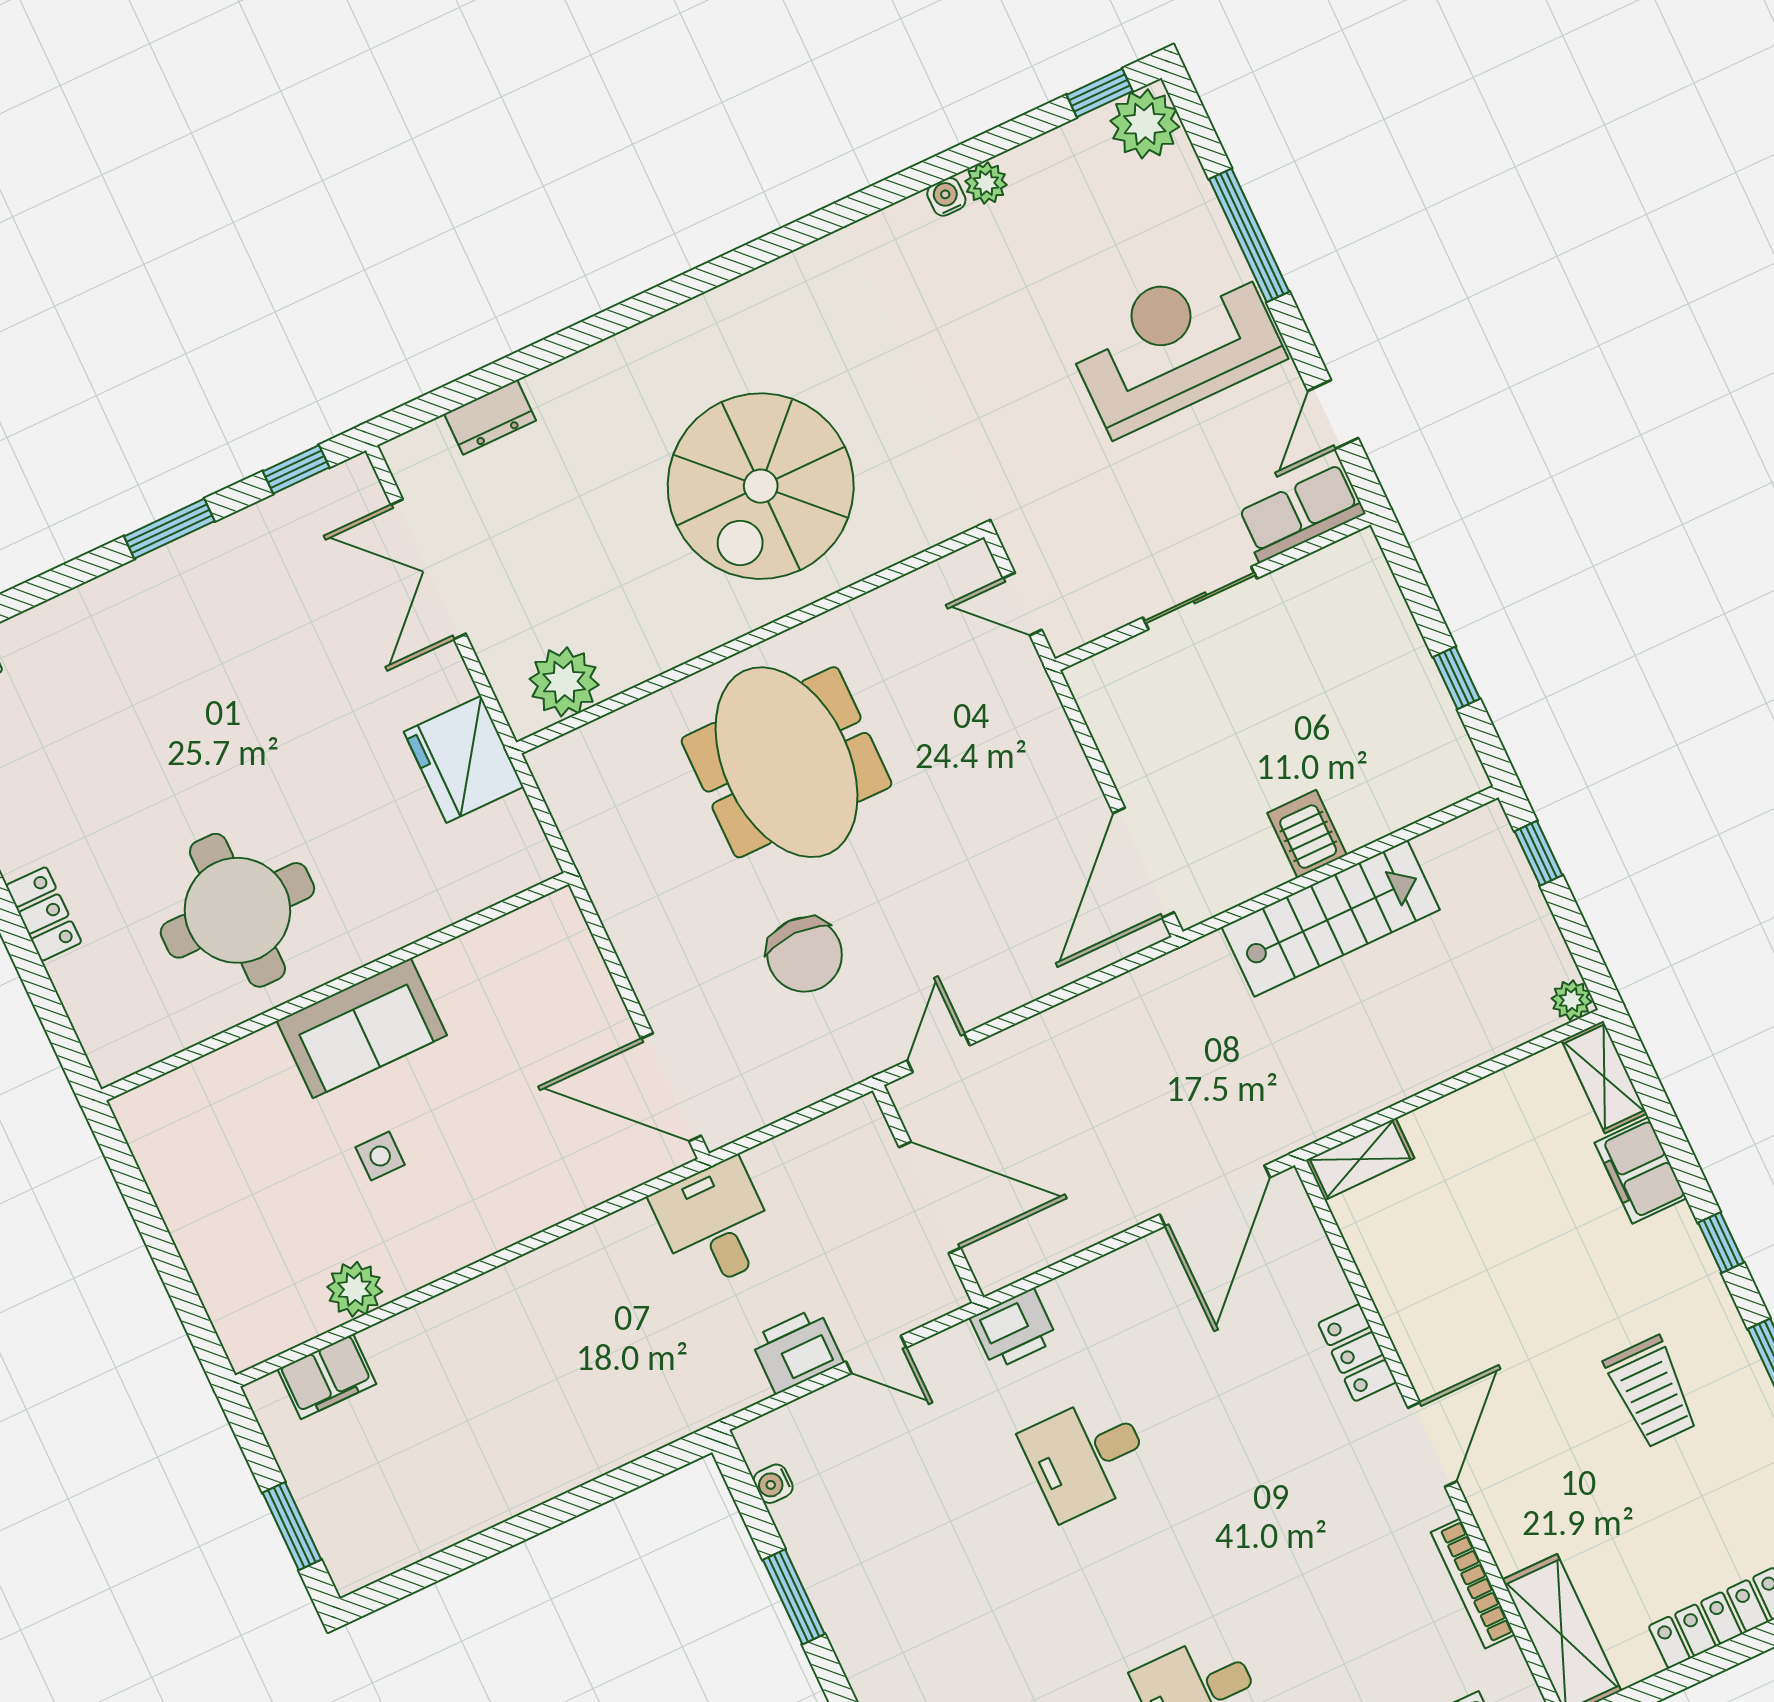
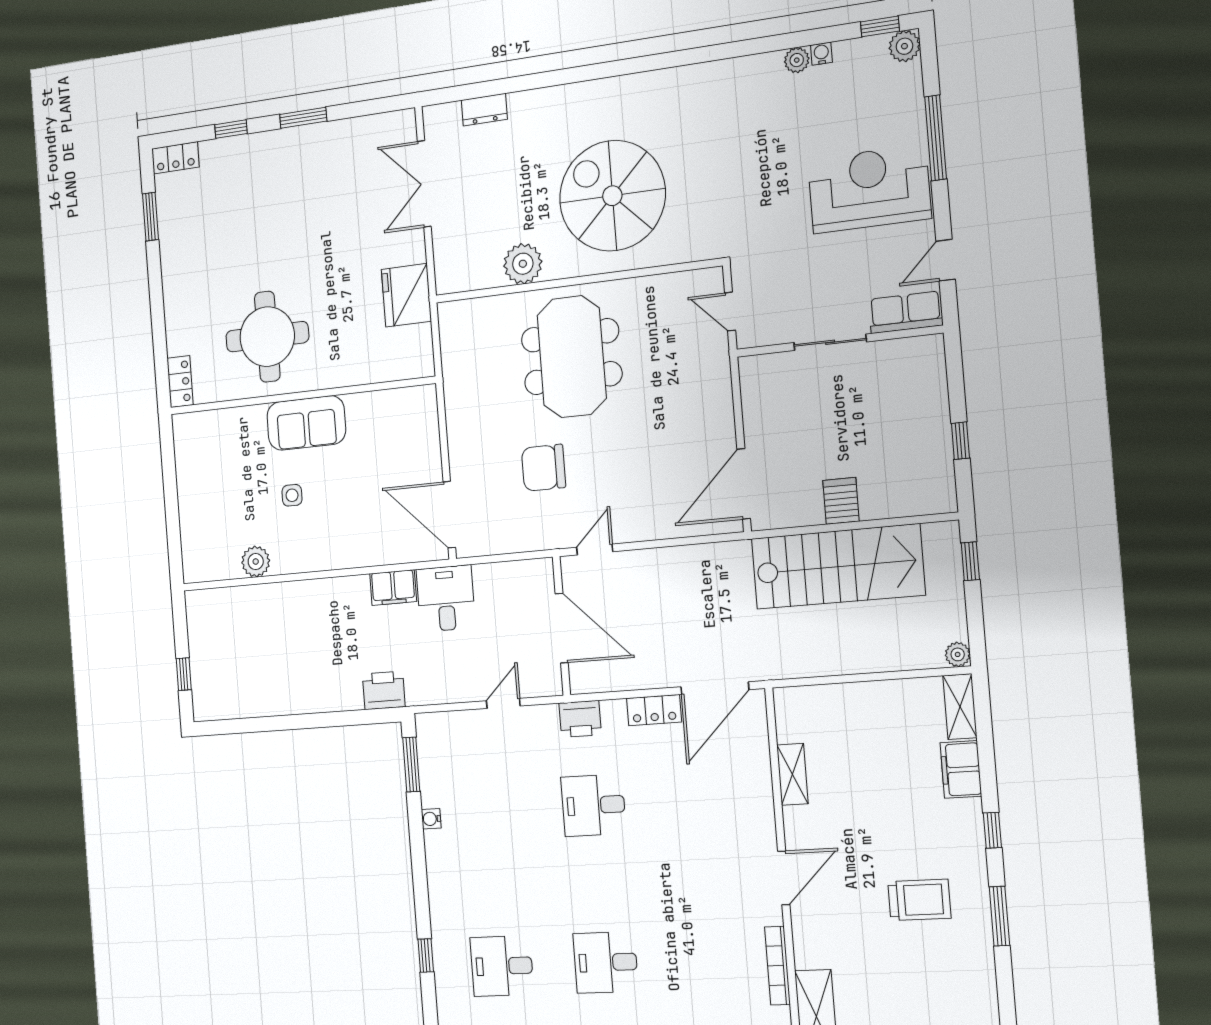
plant: (1145, 124) -> (904, 46), width x0.73, depth x0.73
water cooler: (946, 197) -> (821, 54), moved
window: (296, 469) -> (231, 129), moved
spiral stairs: (761, 486) -> (612, 196), turned 90
plant: (564, 682) -> (523, 264), moved
locker: (44, 914) -> (180, 382), moved
stairs: (1331, 918) -> (838, 567), width x1.36, depth x1.51
chair: (805, 955) -> (544, 468), turned 90
shelving: (1360, 1159) -> (792, 774), moved, turned 90
printer: (797, 1351) -> (384, 690), moved
locker: (1357, 1353) -> (654, 710), moved, turned -90
door: (876, 1355) -> (503, 703), swing flipped
filing cabinet: (327, 1377) -> (393, 588), moved
trolley: (1651, 1392) -> (919, 900), turned -90
water cooler: (773, 1484) -> (431, 819), moved
window: (292, 1526) -> (184, 674), width x0.67
window: (794, 1597) -> (411, 764), moved

